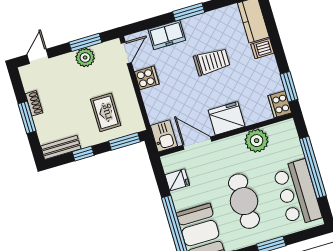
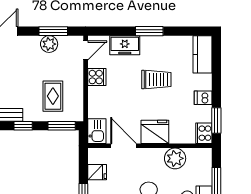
dishwasher: (262, 49) -> (203, 98), moved

